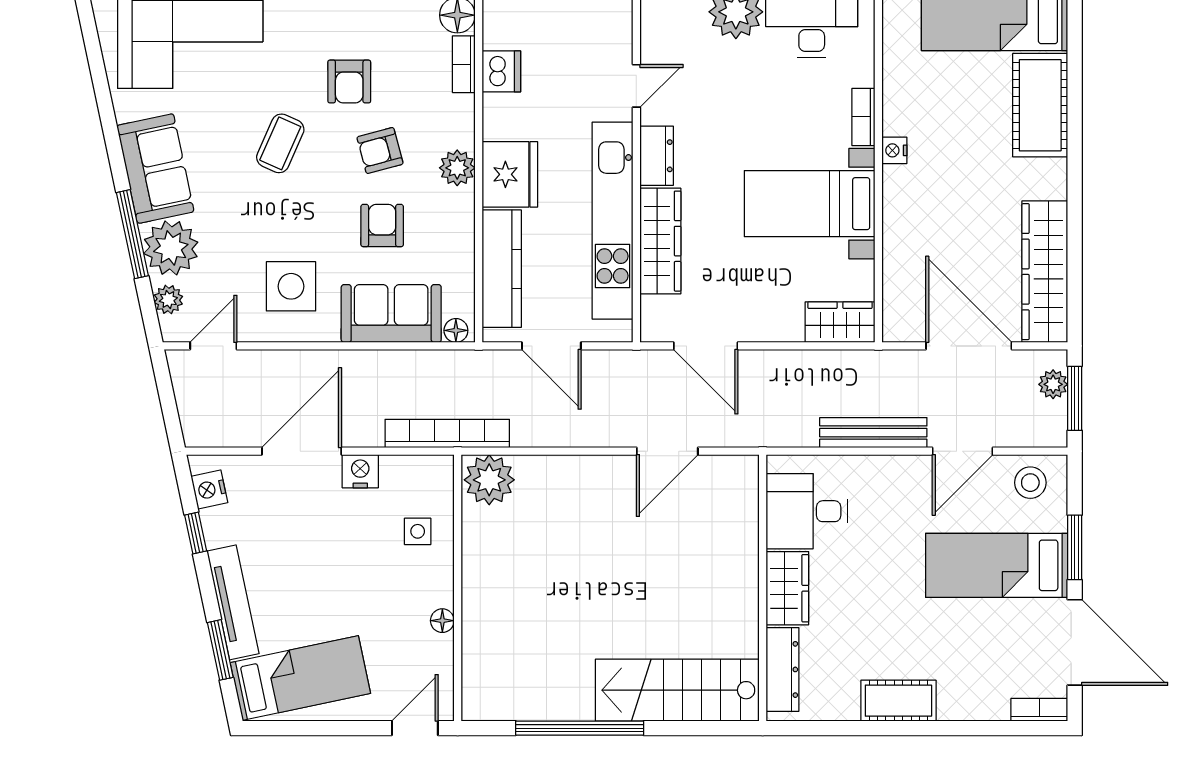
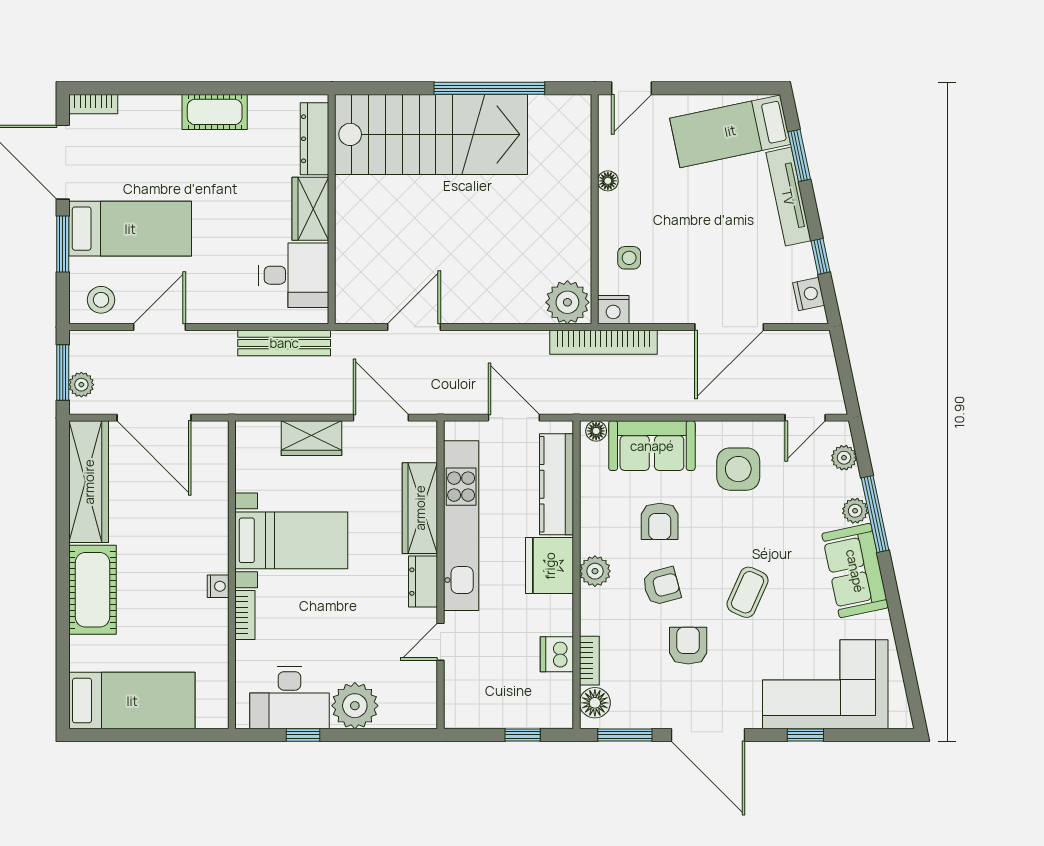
cot: (1040, 105) -> (93, 590), moved
plant: (171, 248) -> (855, 511), width x0.53, depth x0.53
wardrobe: (840, 322) -> (312, 438), moved
bench: (873, 433) -> (284, 343), moved
nightstand: (360, 471) -> (613, 310), moved
stairs: (677, 690) -> (431, 134), width x1.36, depth x1.51

